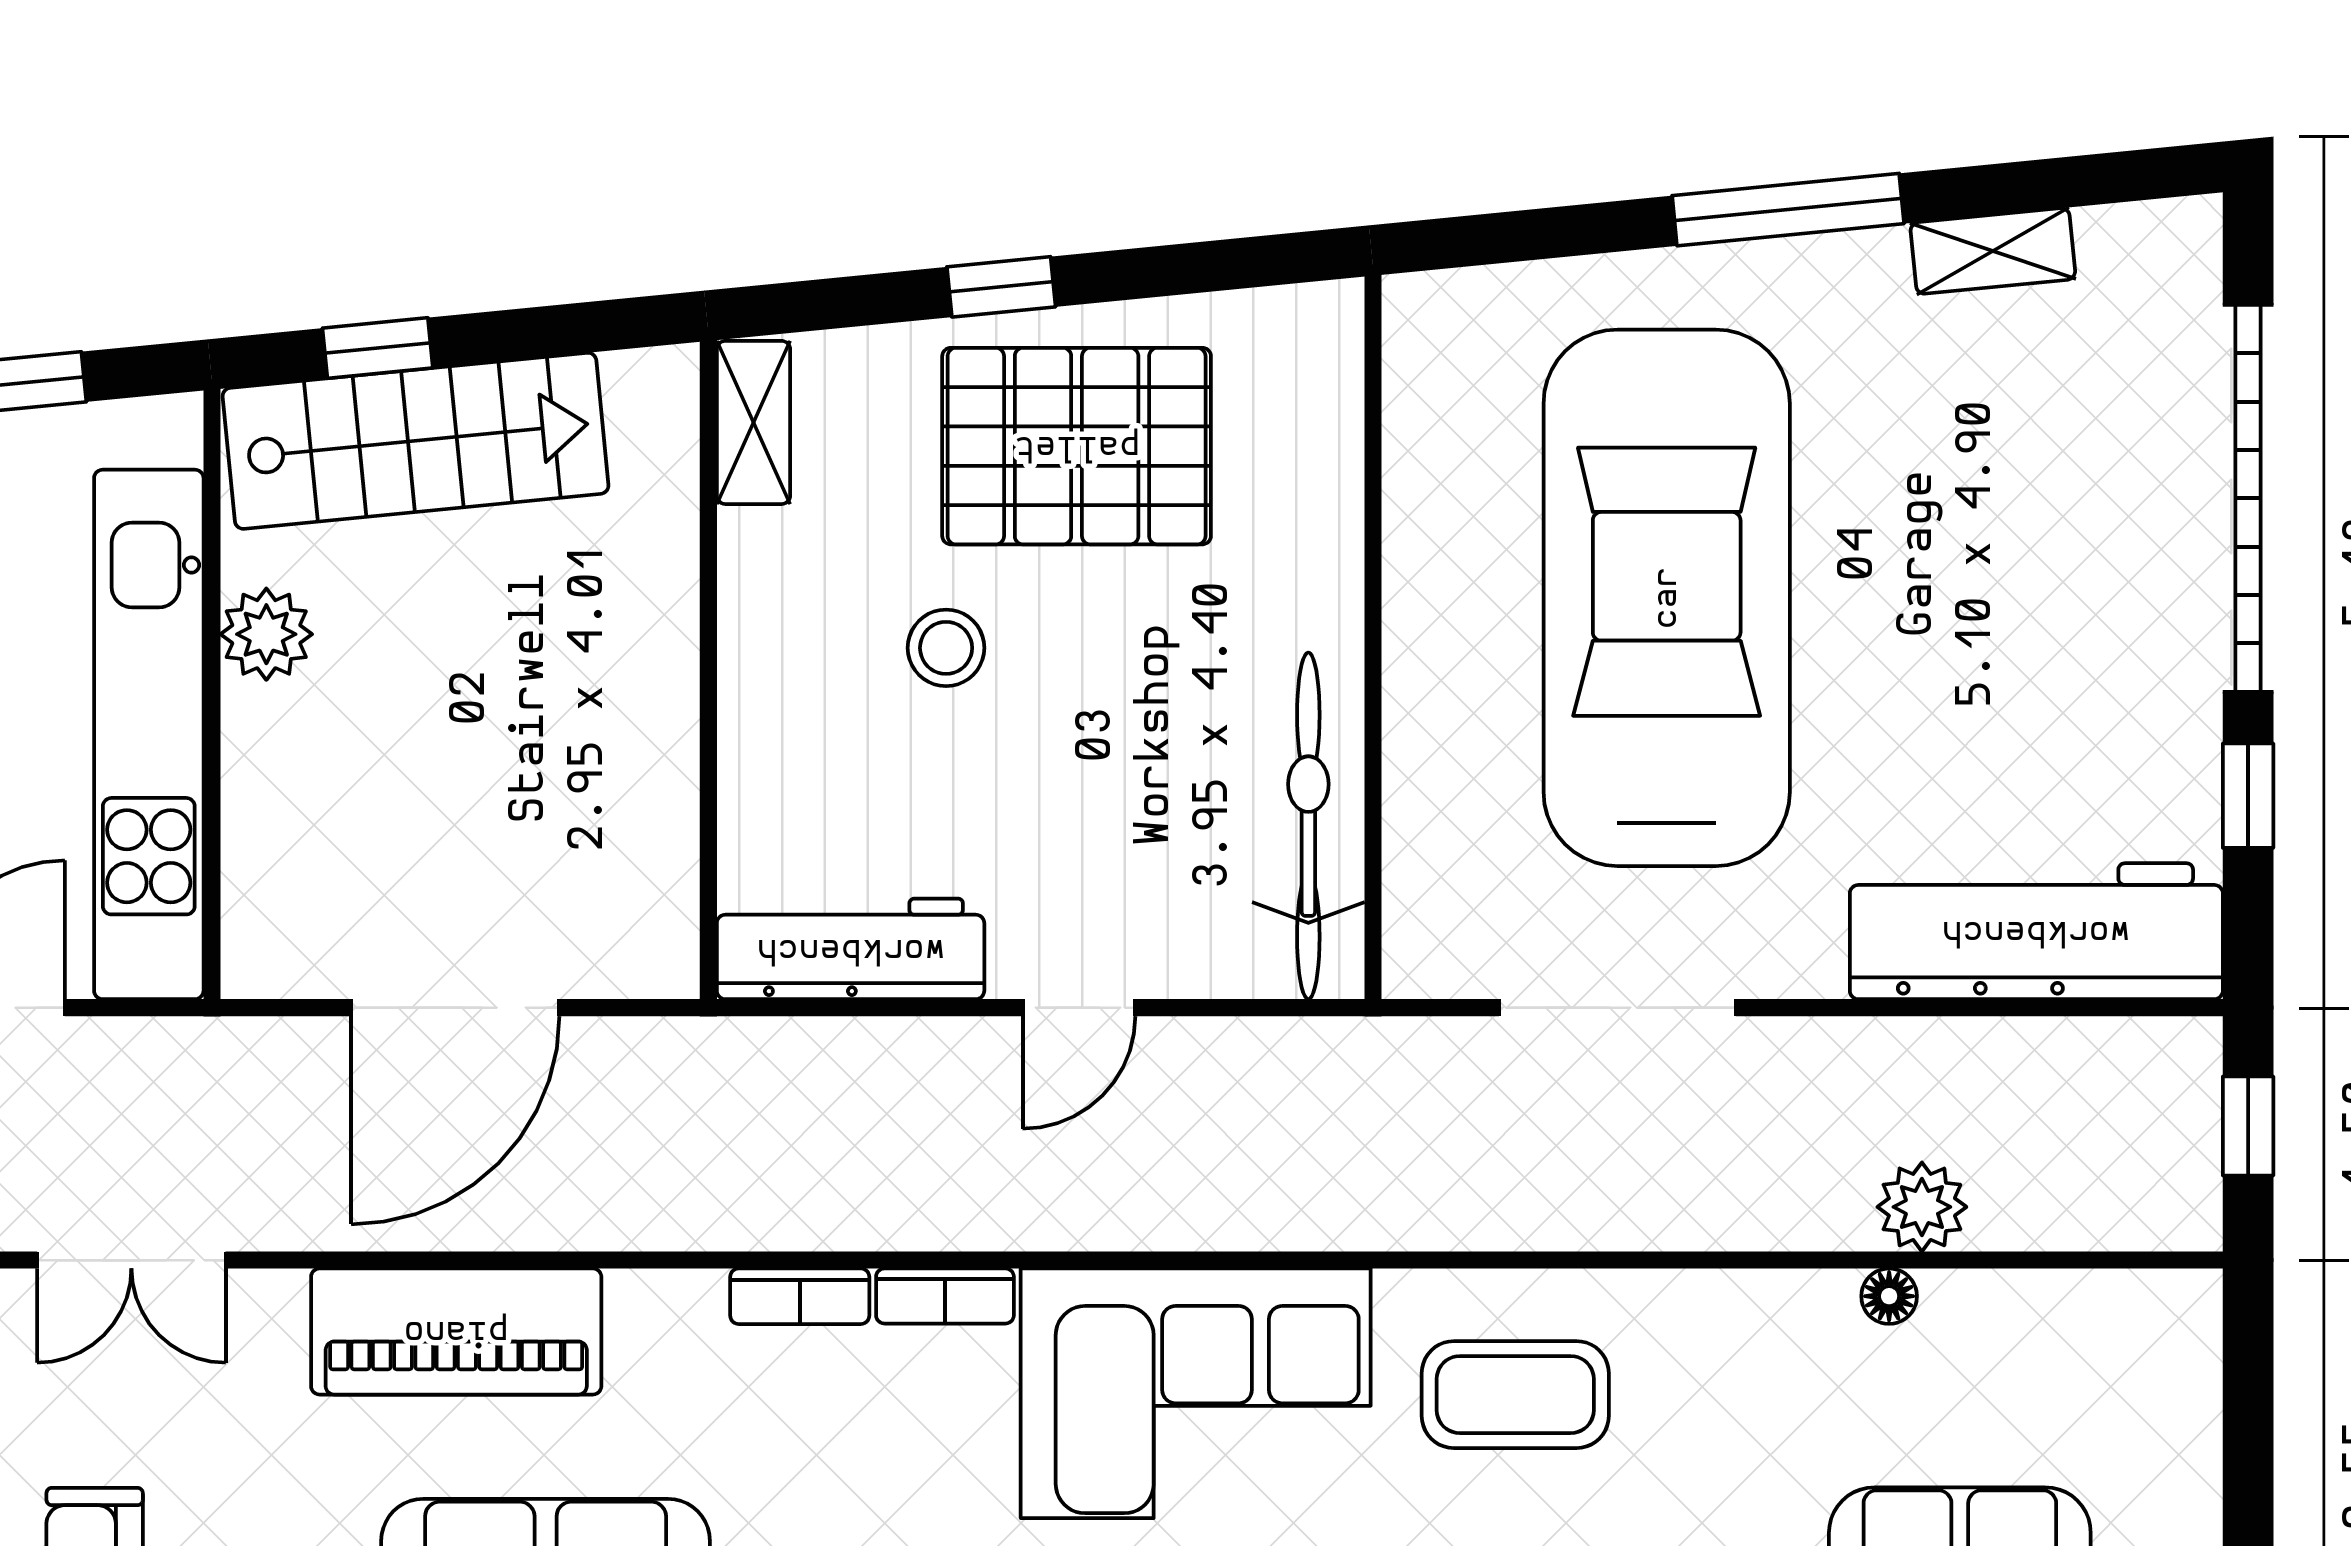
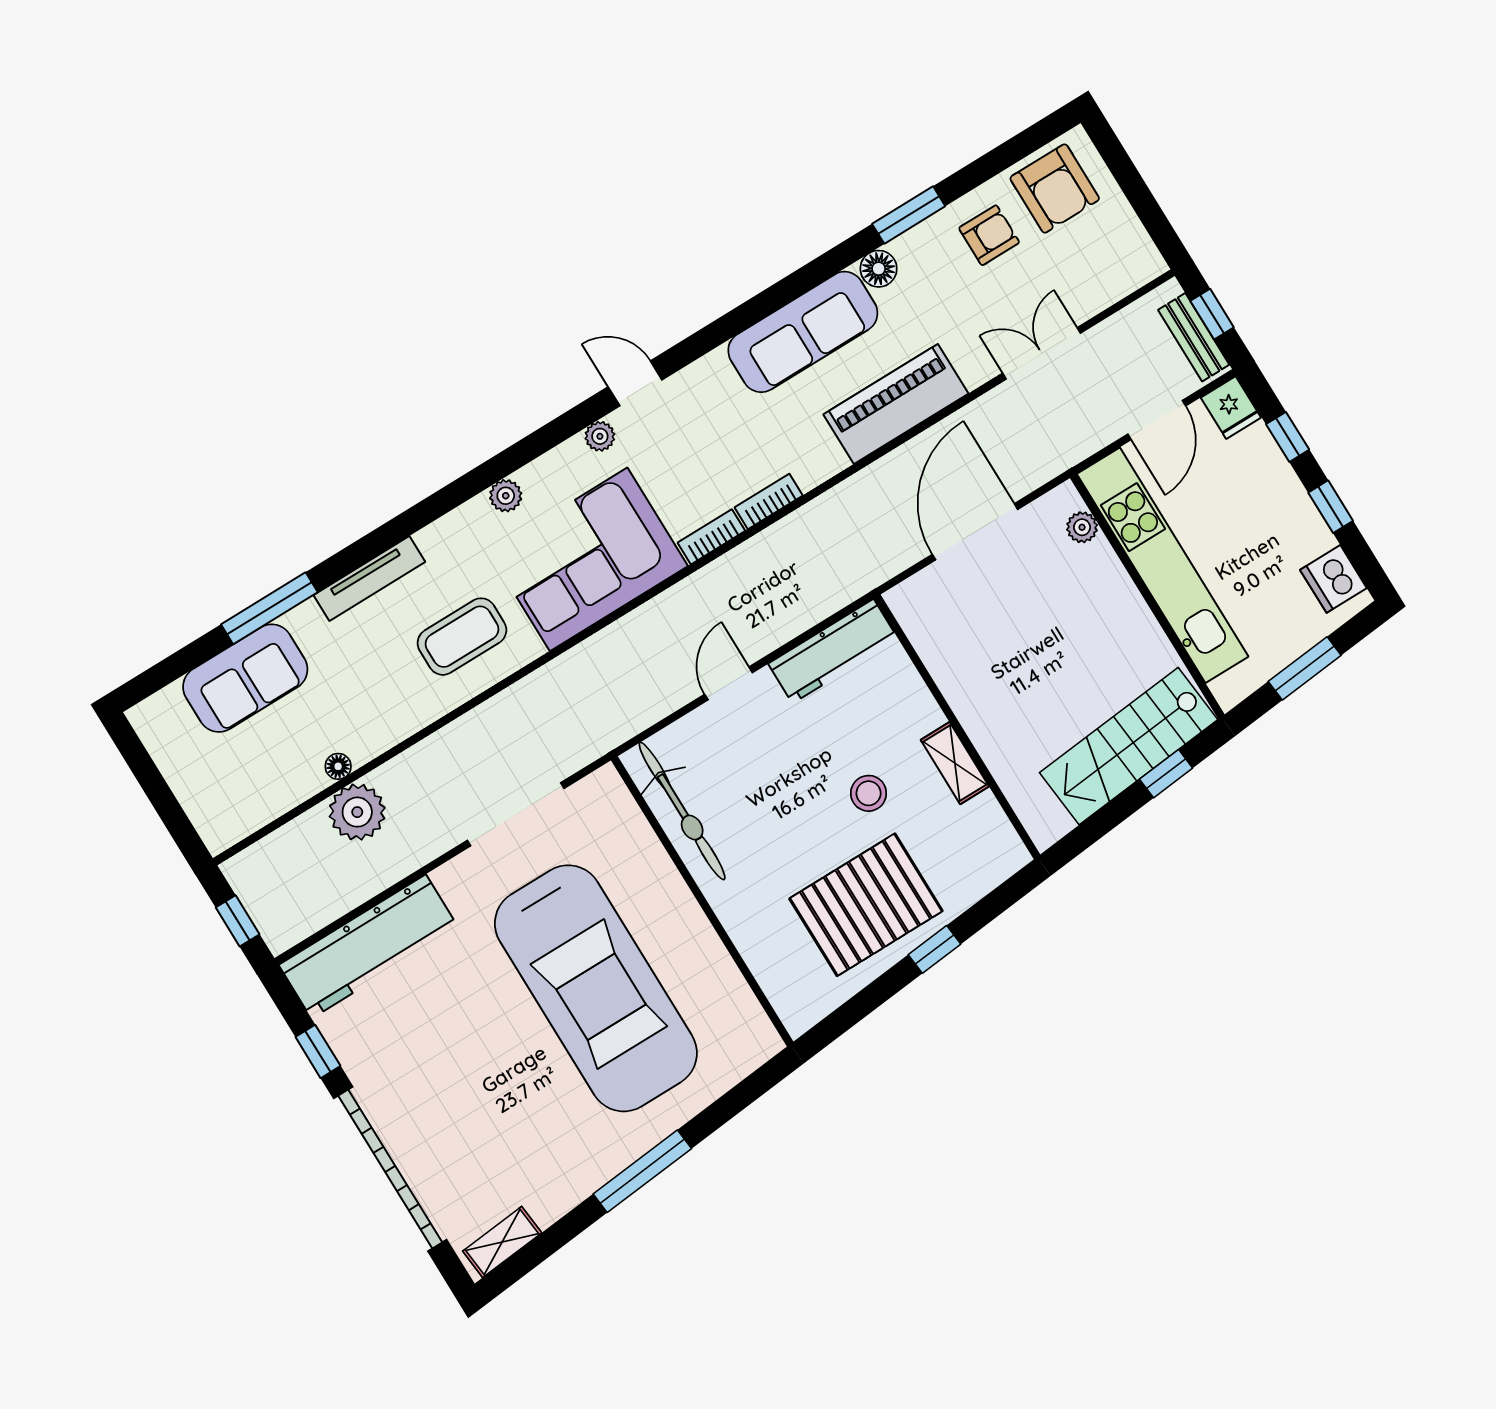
shelving: (1993, 251) -> (502, 1242), moved
shelving: (753, 422) -> (955, 763), moved
plant: (266, 634) -> (1082, 527), moved, width x0.73, depth x0.73
plant: (1922, 1207) -> (357, 812), width x1.36, depth x1.36

